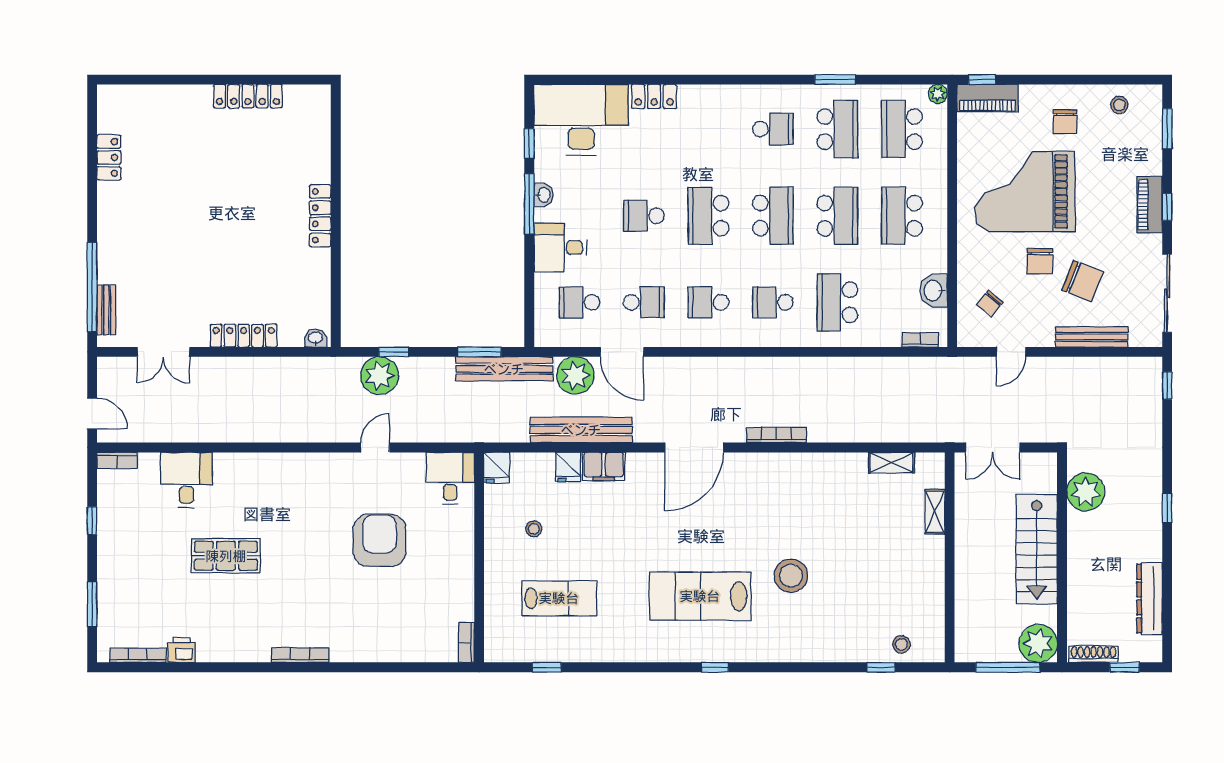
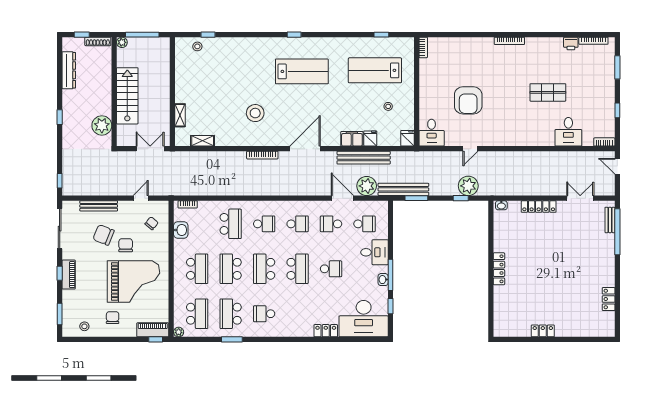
locker: (248, 96) -> (543, 331), width x0.66
stool: (791, 576) -> (255, 113), moved
lab bench: (559, 598) -> (375, 70), width x1.36, depth x1.39
plant: (1038, 643) -> (122, 42), width x0.53, depth x0.53

